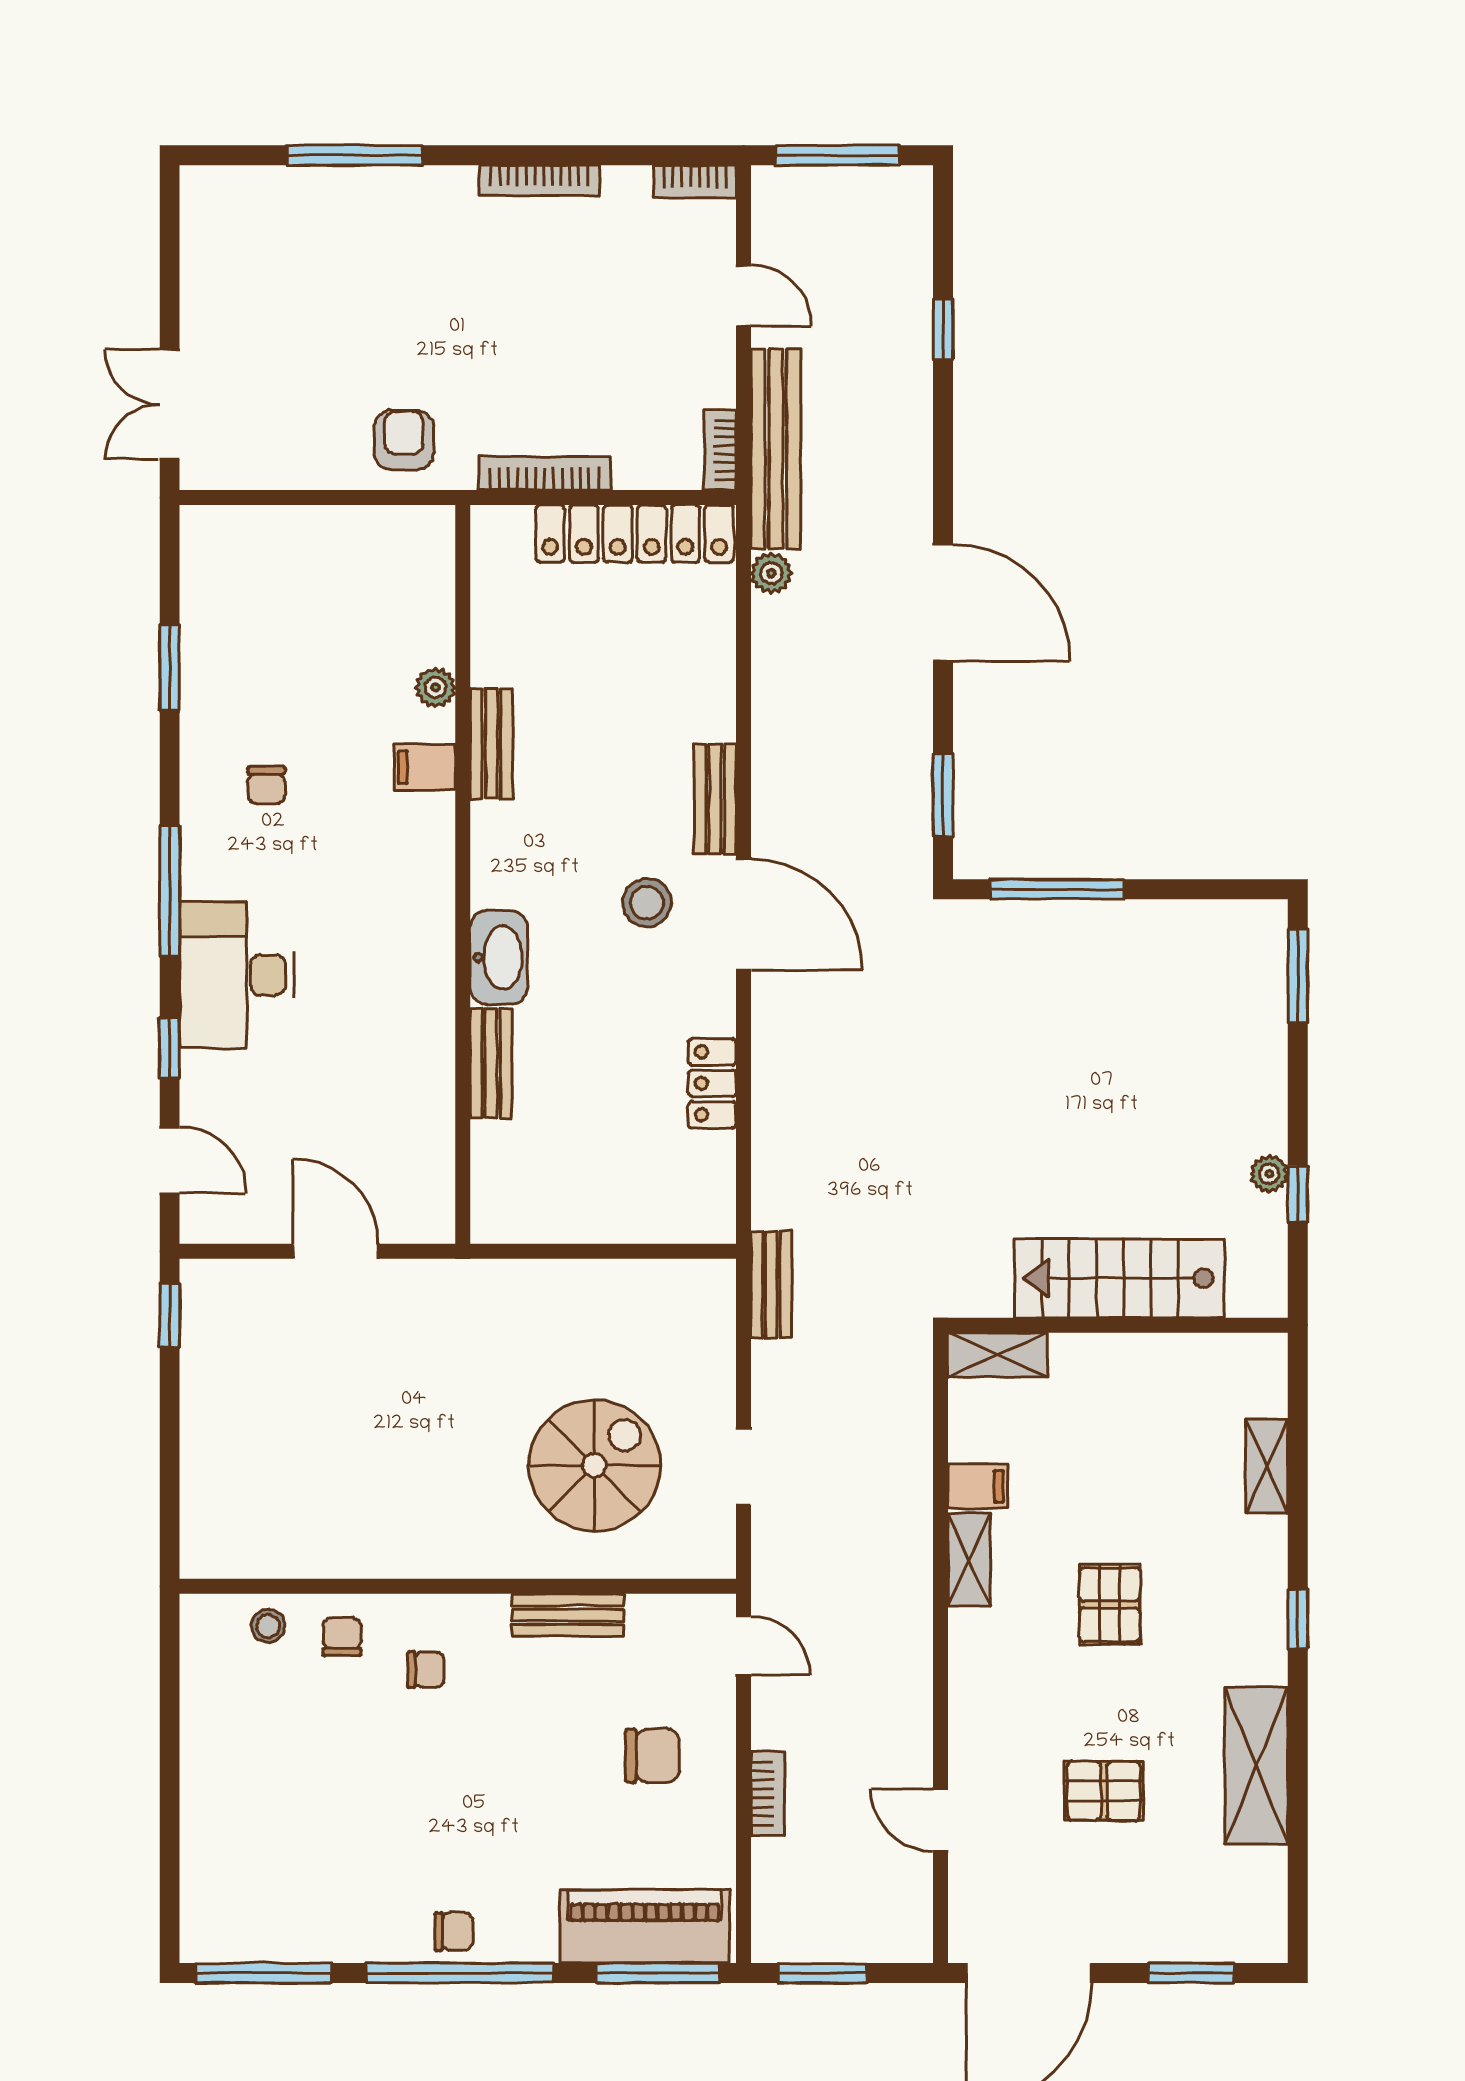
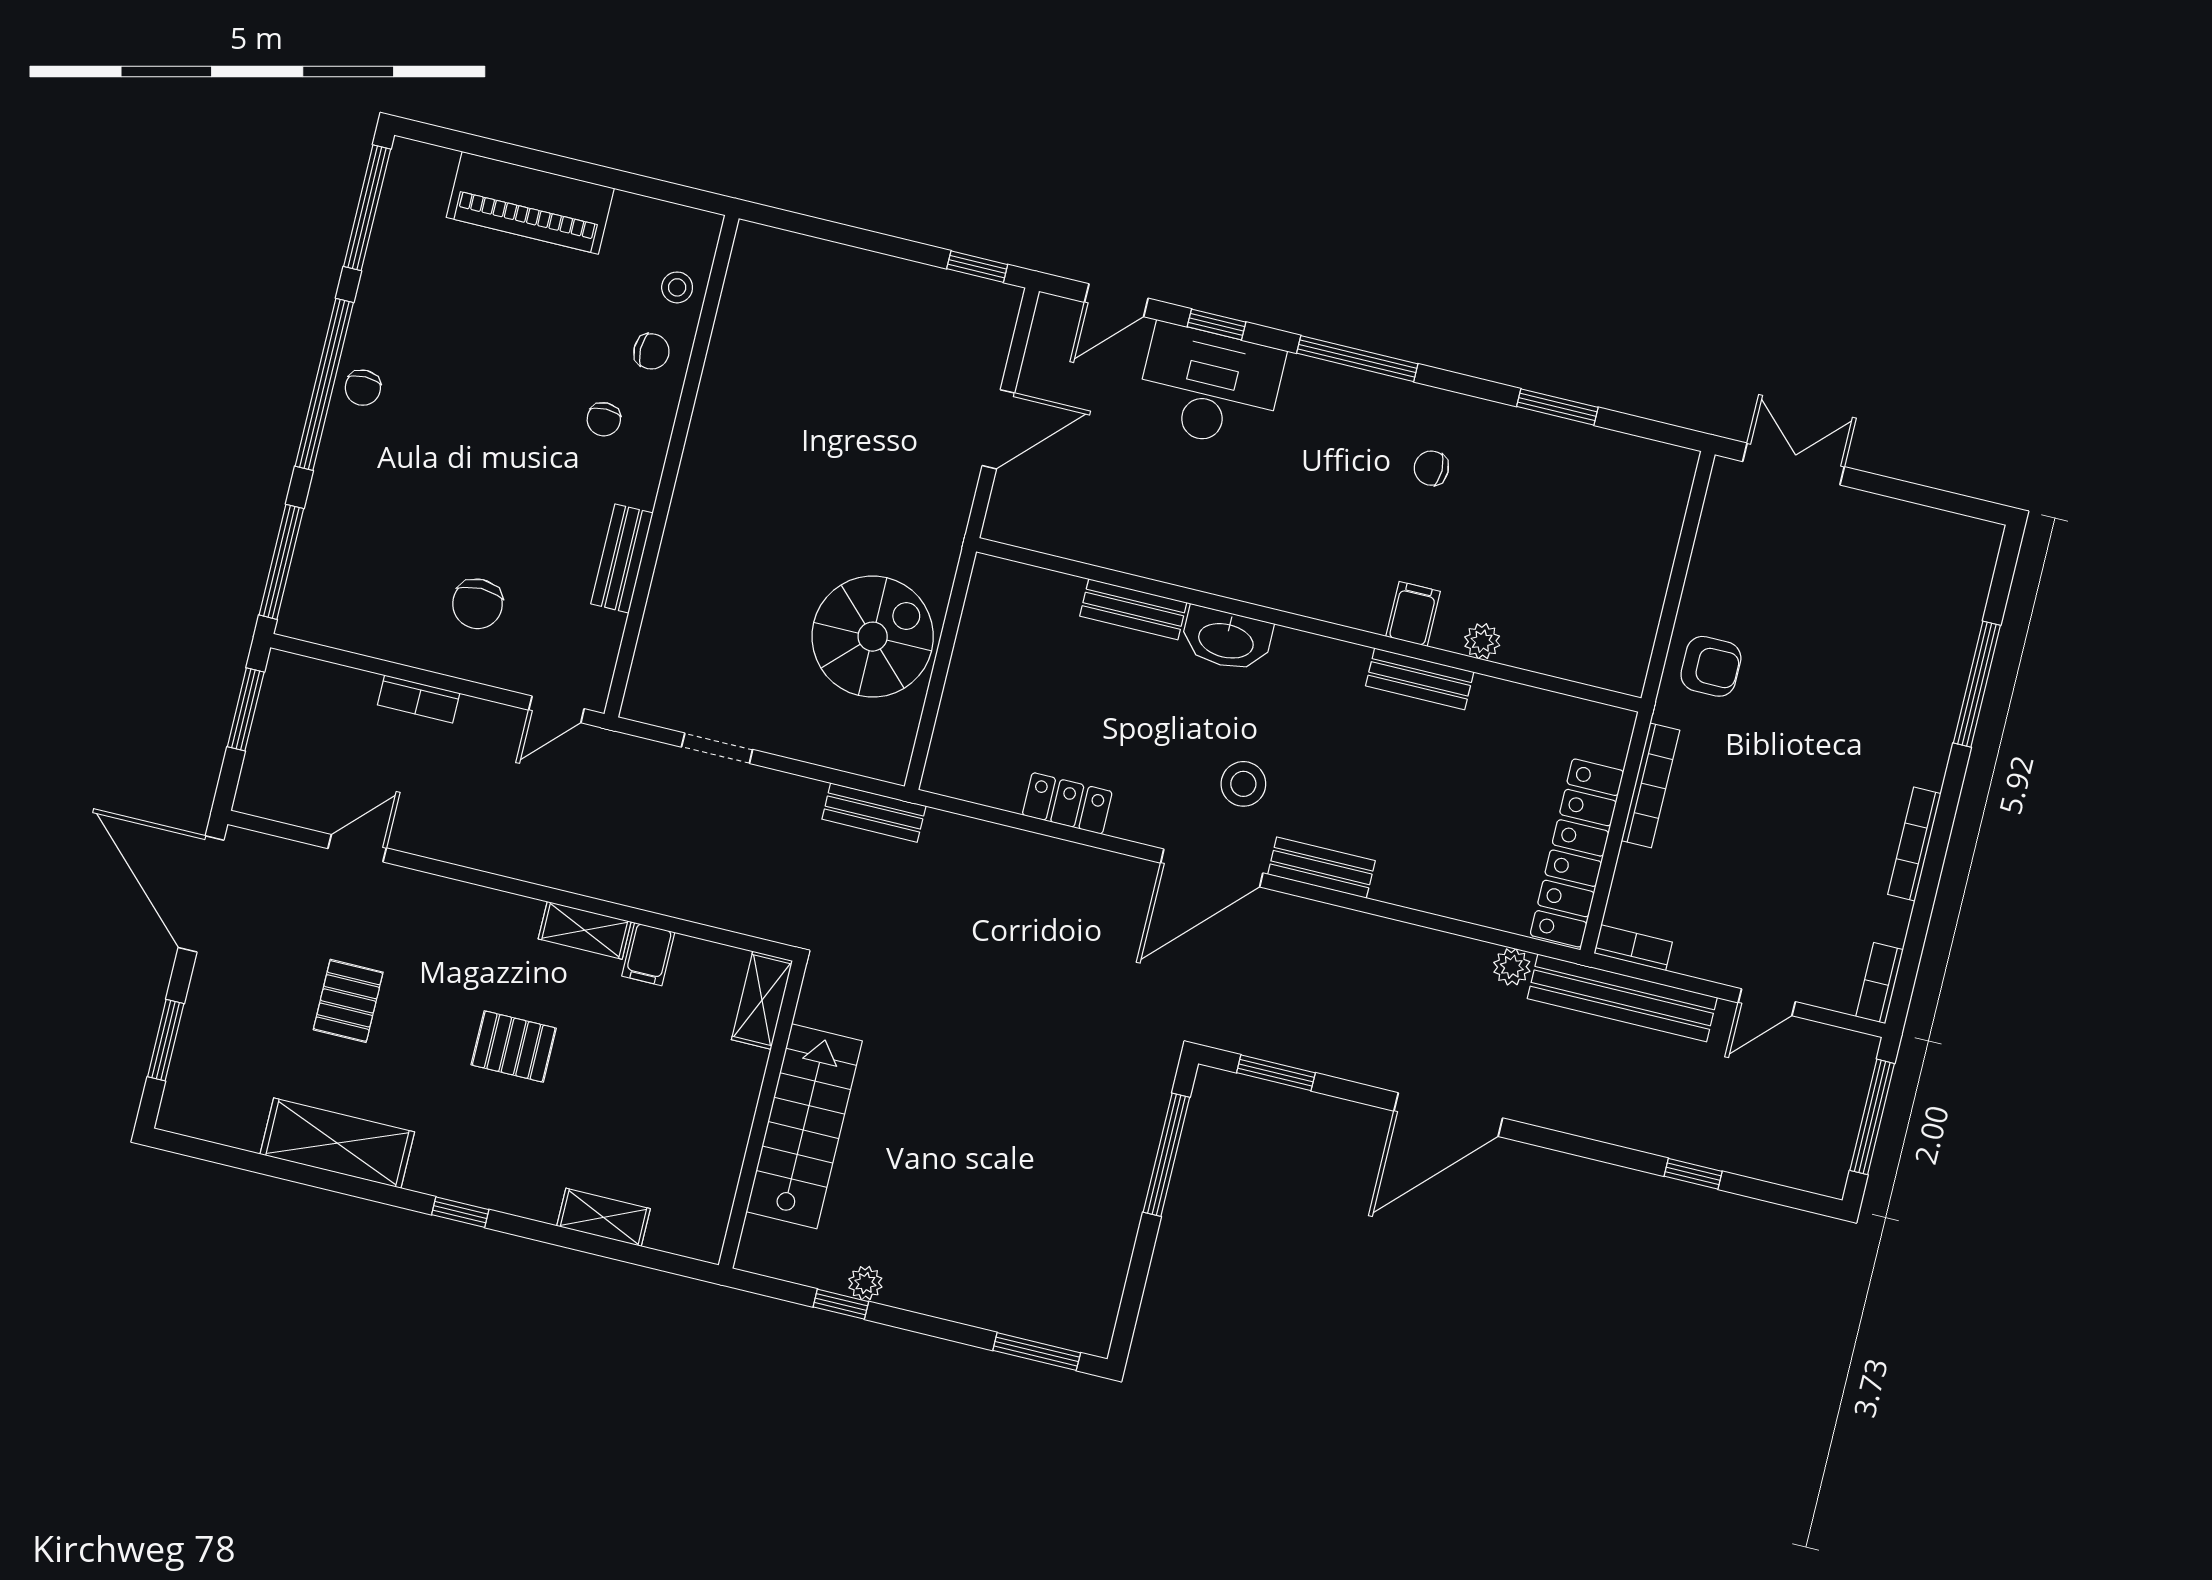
desk: (237, 975) -> (1210, 387), moved
spiral stairs: (594, 1465) -> (873, 637), moved, turned -90
piano: (645, 1926) -> (530, 203), moved, turned 90

